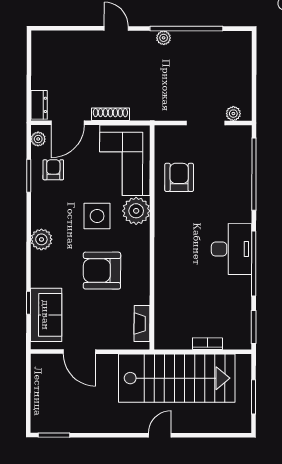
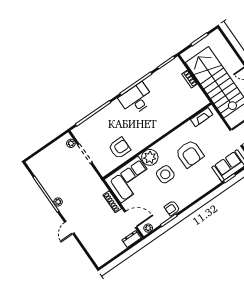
armchair: (53, 170) -> (172, 208), moved
armchair: (179, 177) -> (119, 148), turned 180
plant: (41, 239) -> (195, 193), removed

